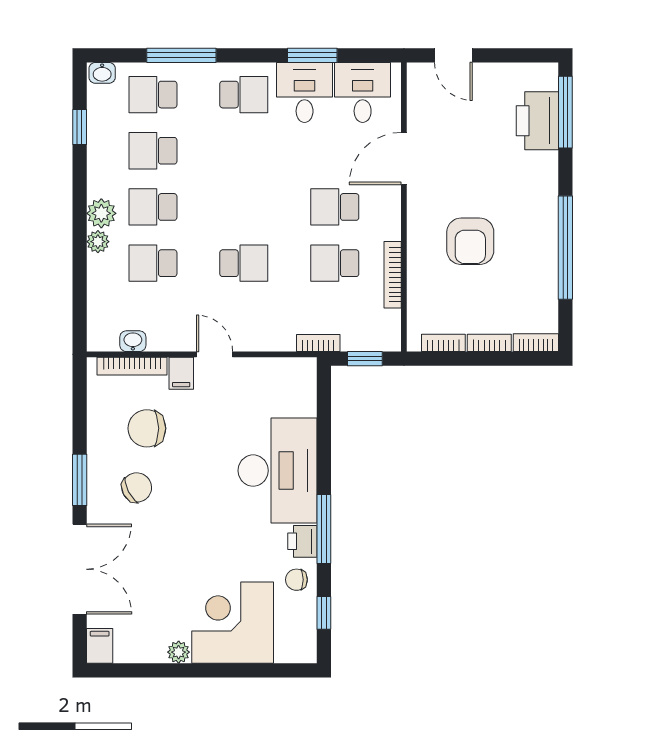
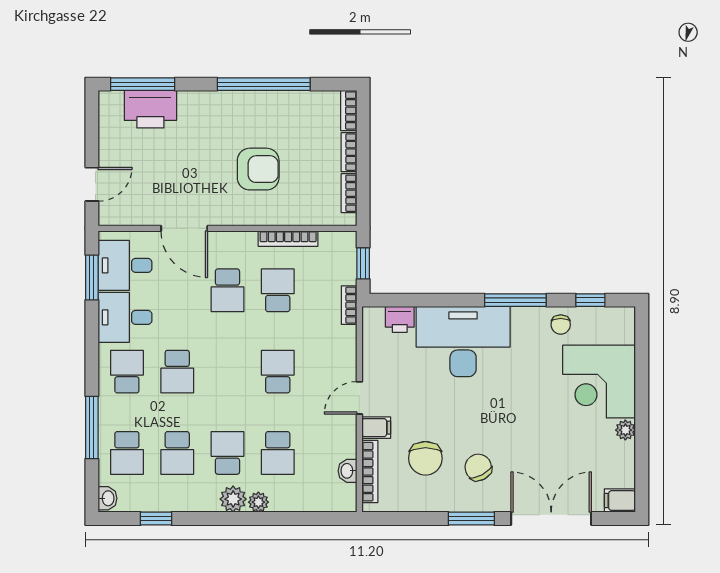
window: (312, 55) -> (92, 278), moved
school desk: (244, 151) -> (177, 372), added
school desk: (153, 207) -> (227, 453), turned 180
school desk: (335, 263) -> (278, 290), turned 180
printer: (302, 541) -> (400, 319), moved

